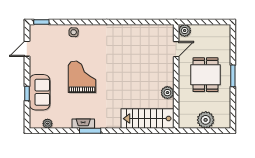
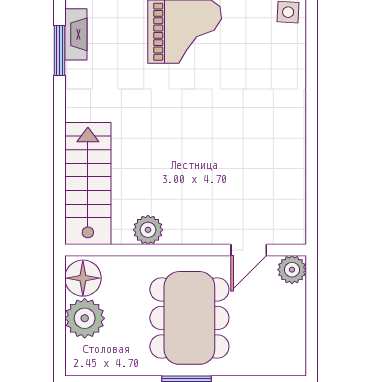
door: (176, 49) -> (249, 250), hinge flipped
dining table: (205, 75) -> (189, 318), width x1.37
floor lamp: (188, 121) -> (83, 278), added

